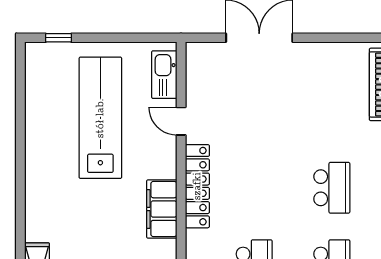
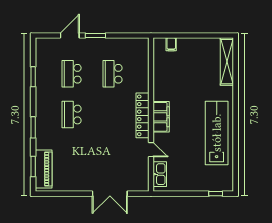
lab bench: (100, 118) -> (217, 133), moved, turned 180
filing cabinet: (162, 209) -> (161, 117), moved

